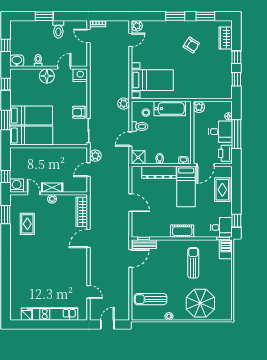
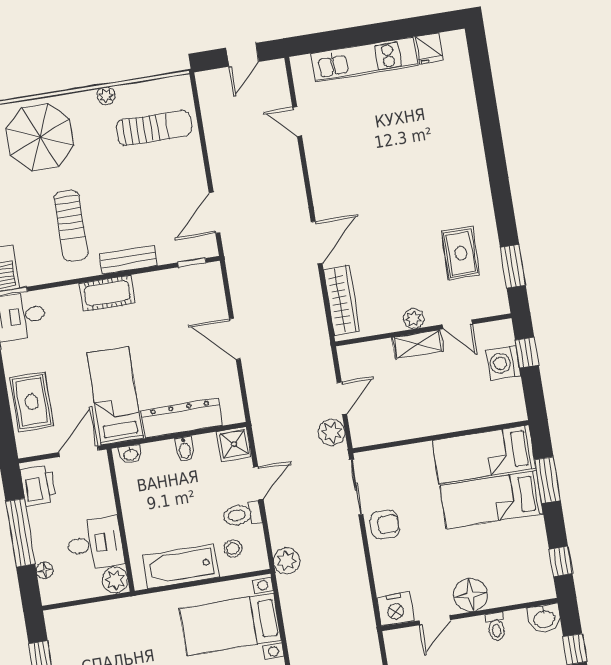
desk: (220, 132) -> (95, 543), moved, turned 180
washing machine: (17, 186) -> (503, 363), moved, turned 90
bench: (144, 244) -> (128, 260), moved

